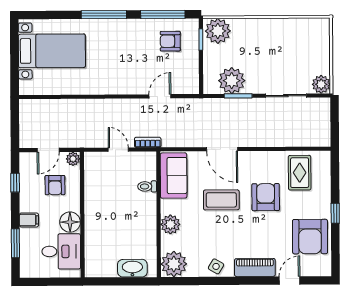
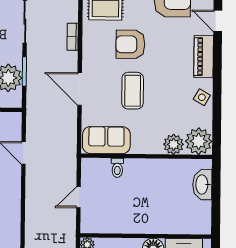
bookcase: (148, 142) -> (73, 37), moved
door: (222, 149) -> (80, 89), swing flipped
plant: (170, 224) -> (174, 144), moved

